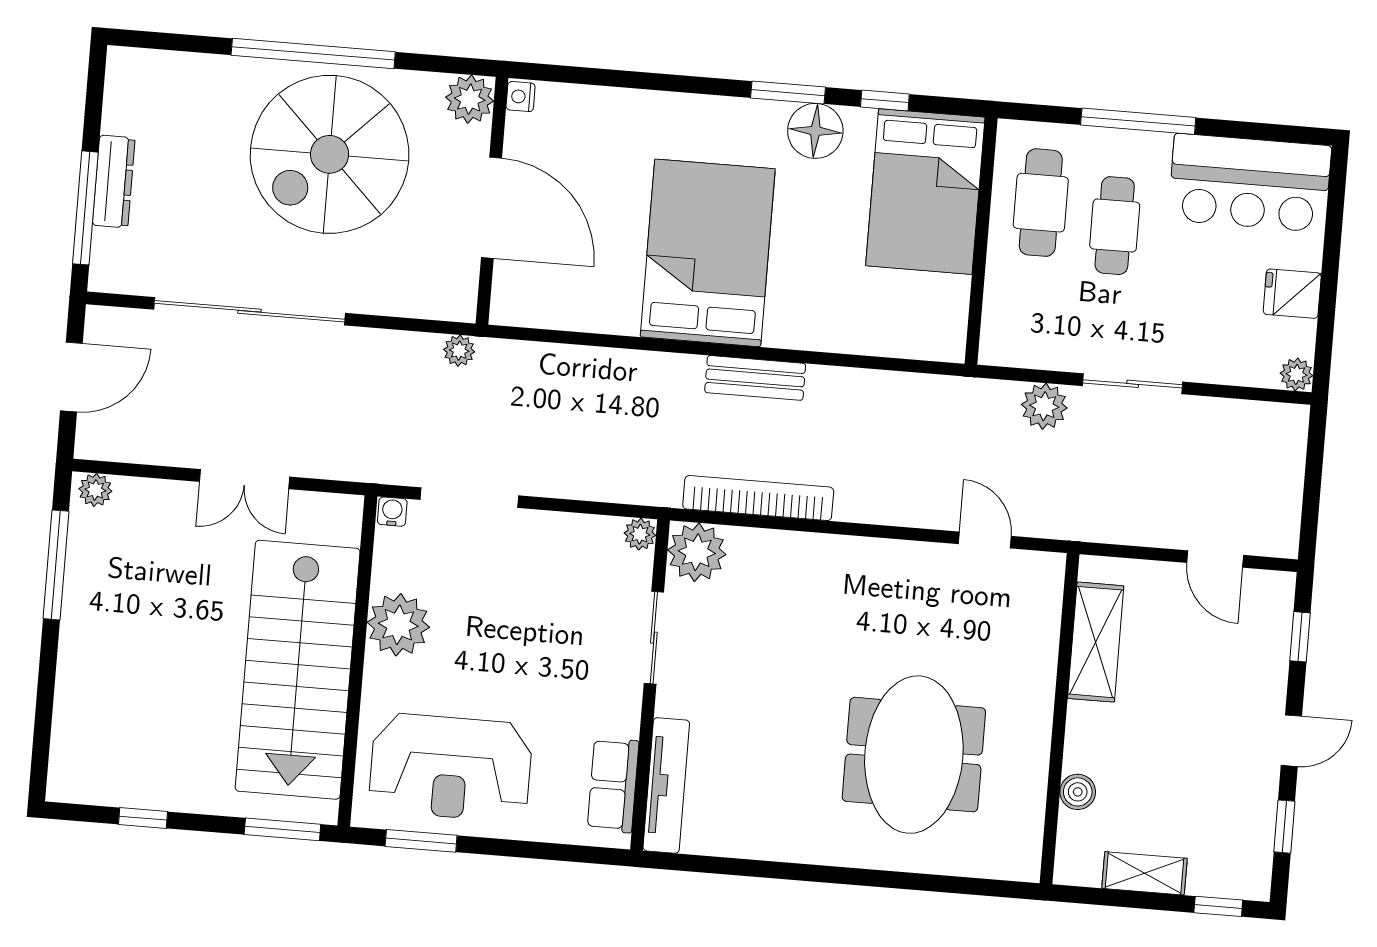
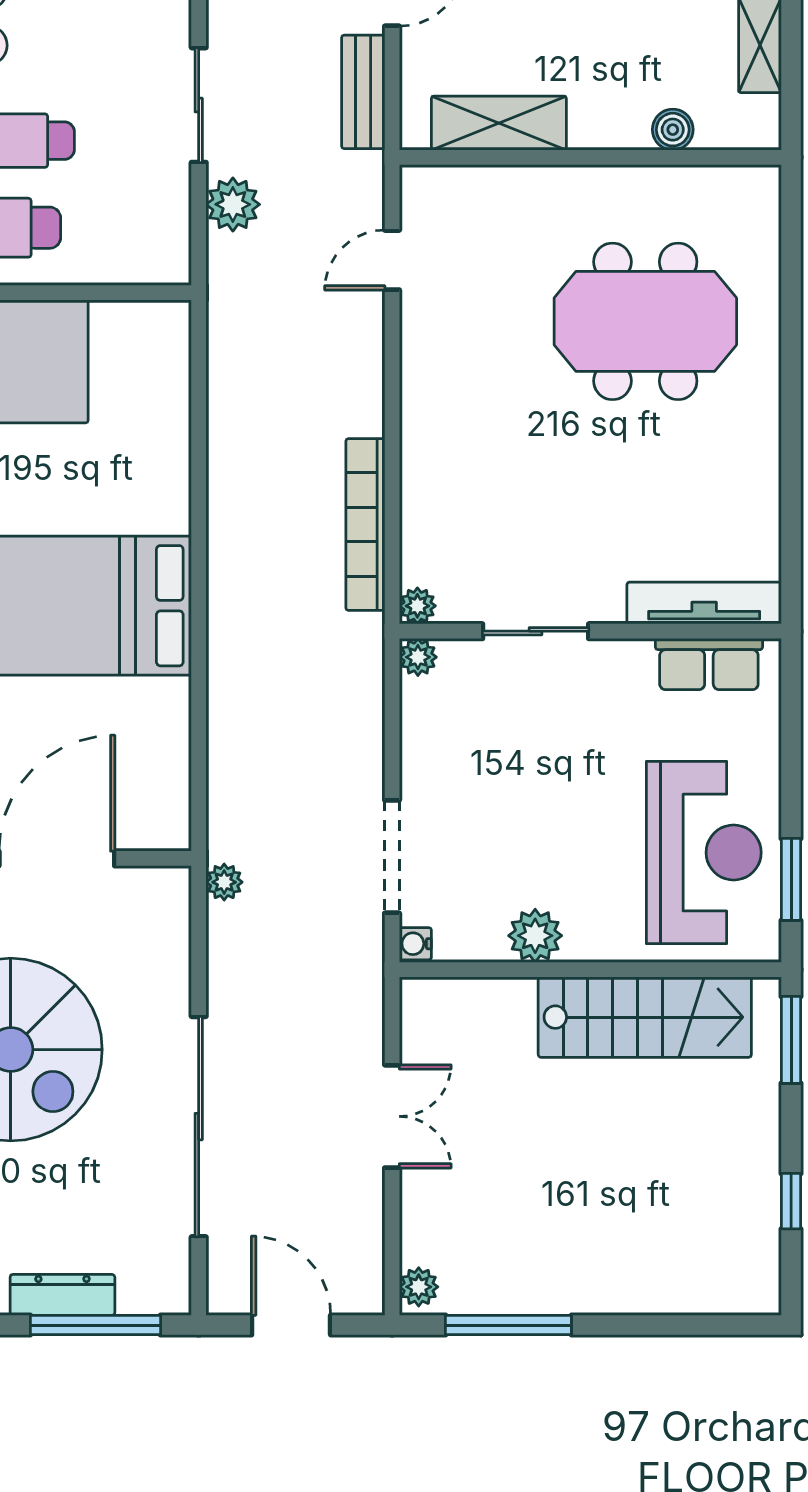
bench: (755, 378) -> (363, 92), moved
plant: (697, 552) -> (417, 606), width x0.53, depth x0.53
plant: (398, 625) -> (535, 936), width x0.73, depth x0.73
stairs: (298, 670) -> (645, 1017), width x0.73, depth x0.66

